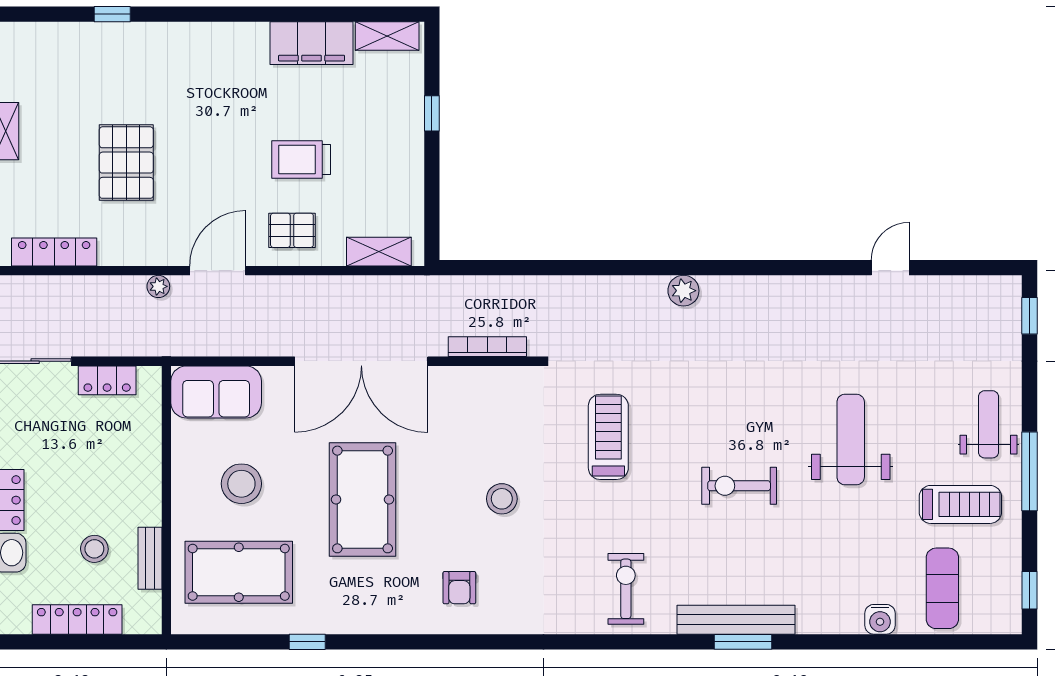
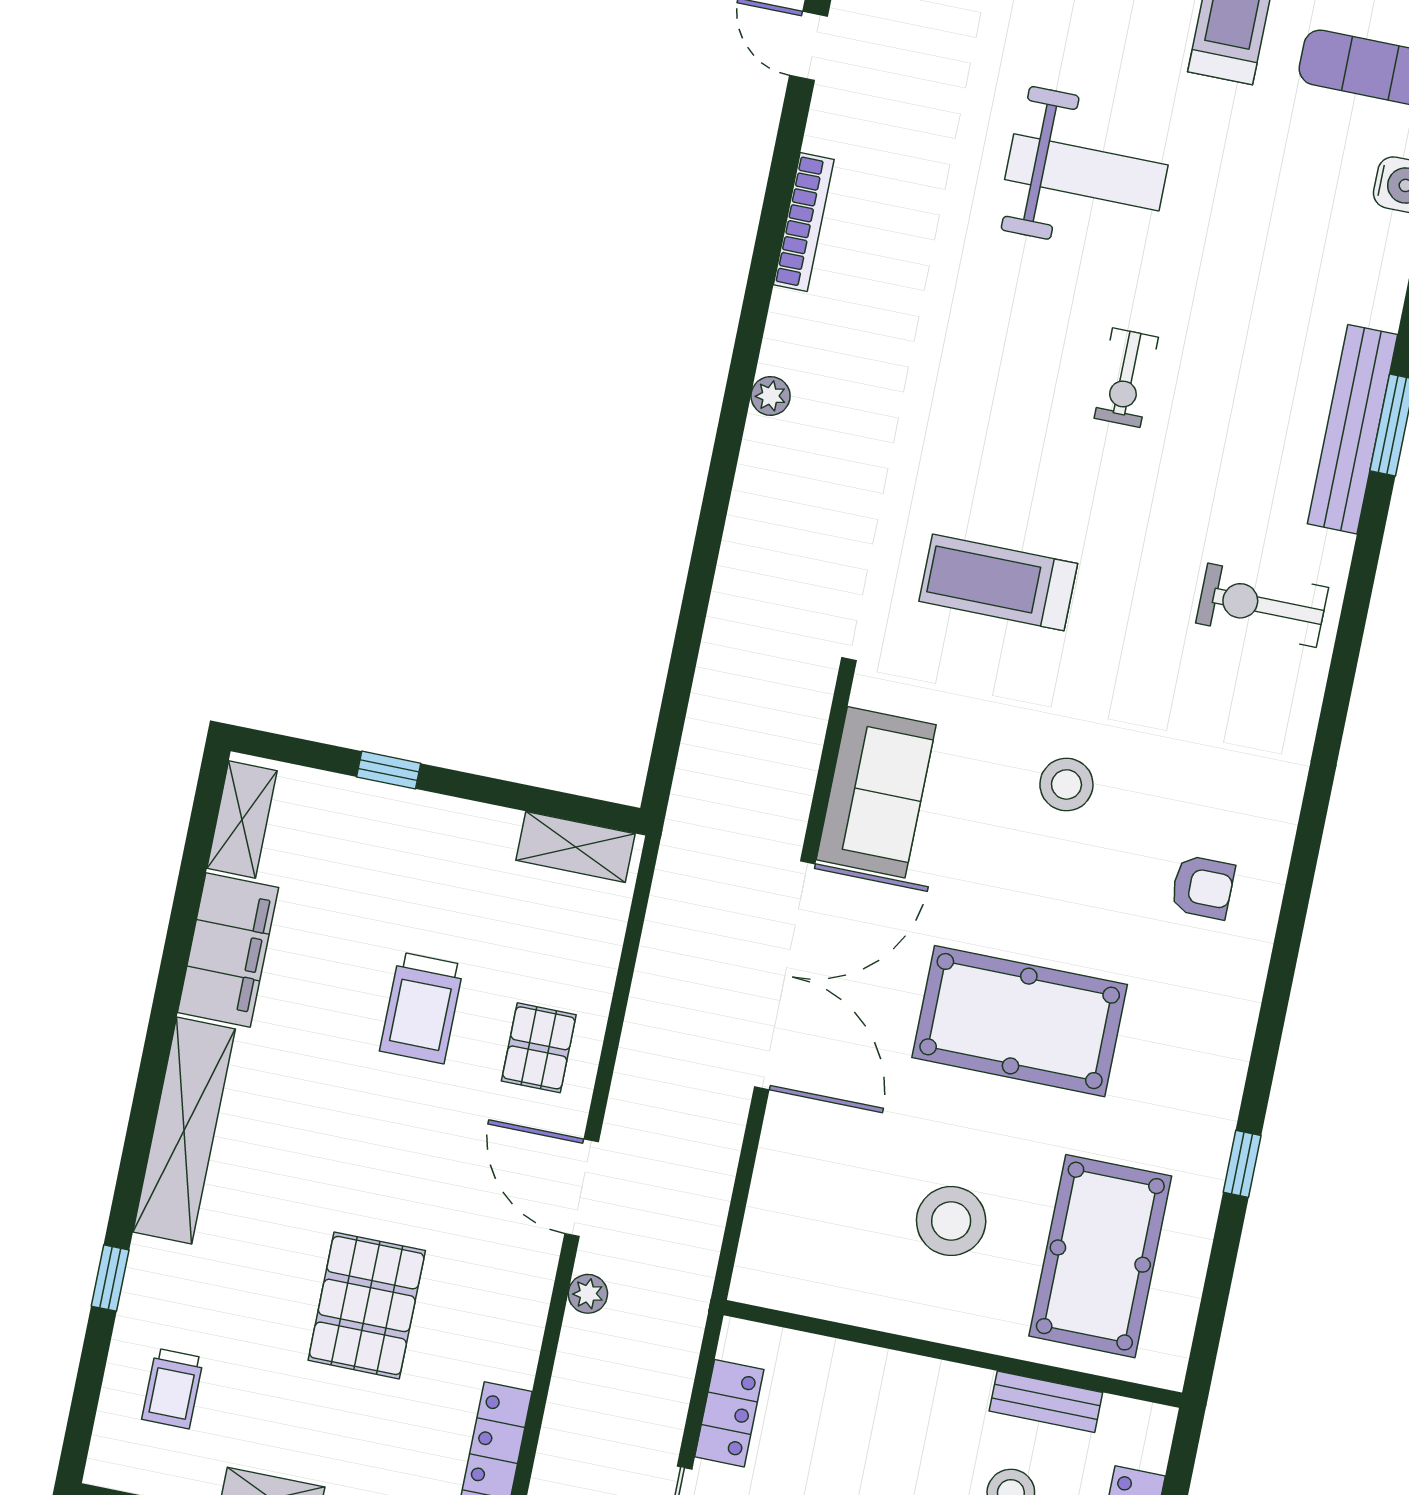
shelving: (204, 39) -> (184, 1130), added
trolley: (57, 62) -> (173, 1388), added
pallet: (126, 163) -> (367, 1305), turned 90
shelving: (379, 252) -> (575, 847), moved, turned 90
plant: (683, 291) -> (771, 396), width x0.73, depth x0.73
bookcase: (487, 347) -> (804, 222), moved, turned 180
sofa: (216, 392) -> (876, 792), moved
weight bench: (851, 440) -> (1086, 172), turned 180
exercise bike: (739, 486) -> (1126, 378), width x0.73, depth x0.72

